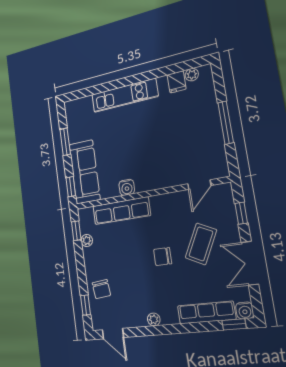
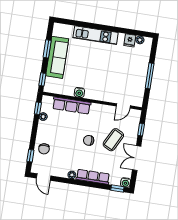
sofa: (84, 172) -> (57, 57), moved
row of seats: (206, 313) -> (93, 177), moved

